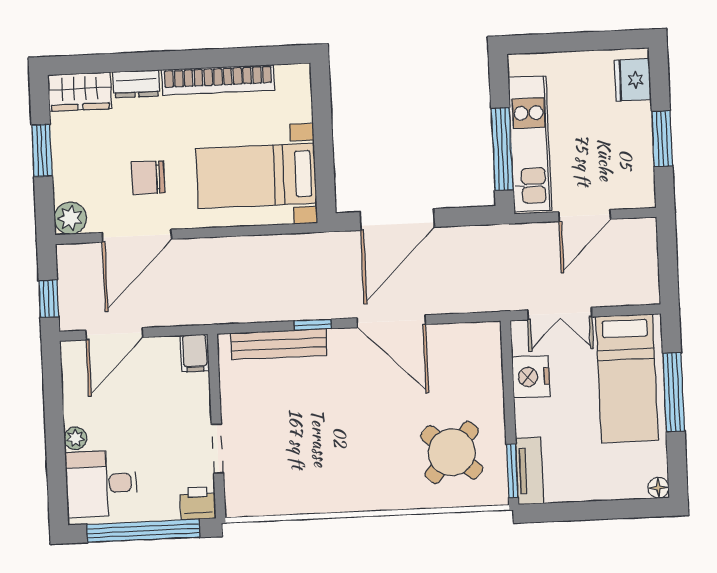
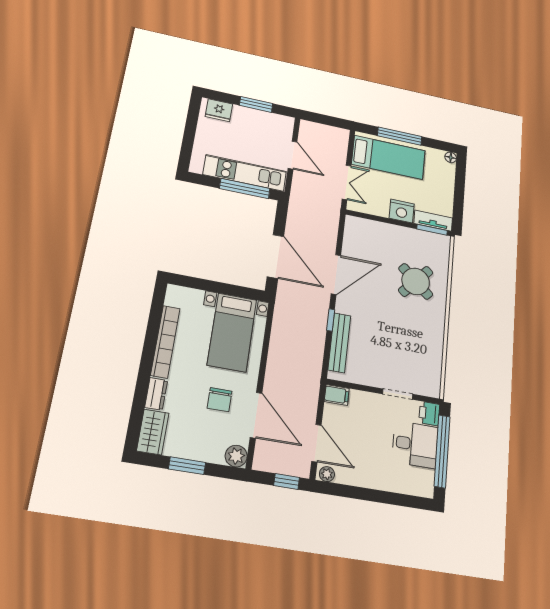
nightstand: (531, 377) -> (402, 211), moved
plant: (75, 438) -> (327, 474), moved
round table: (452, 452) -> (416, 281), moved
desk: (101, 484) -> (415, 444), moved, turned -90

